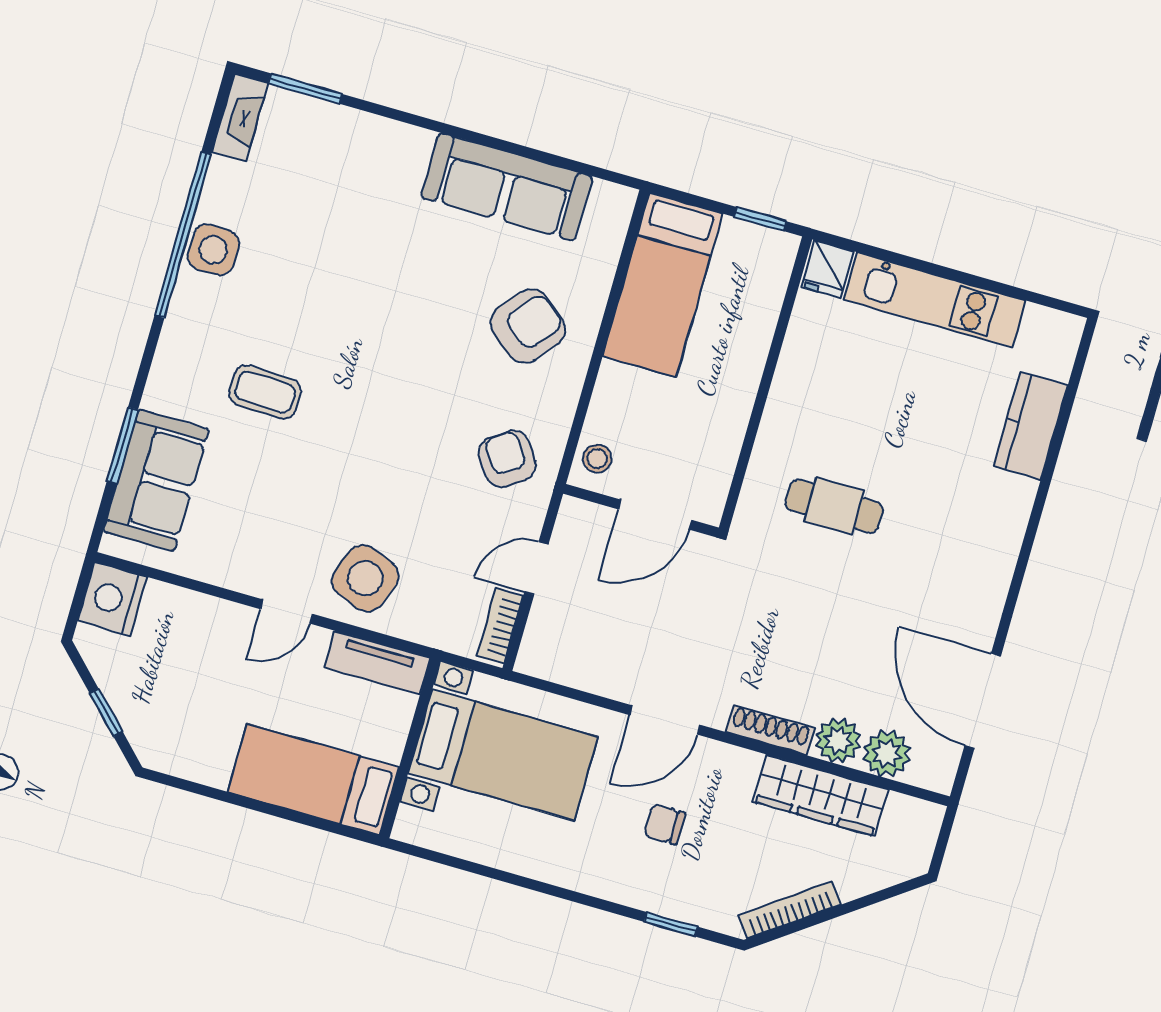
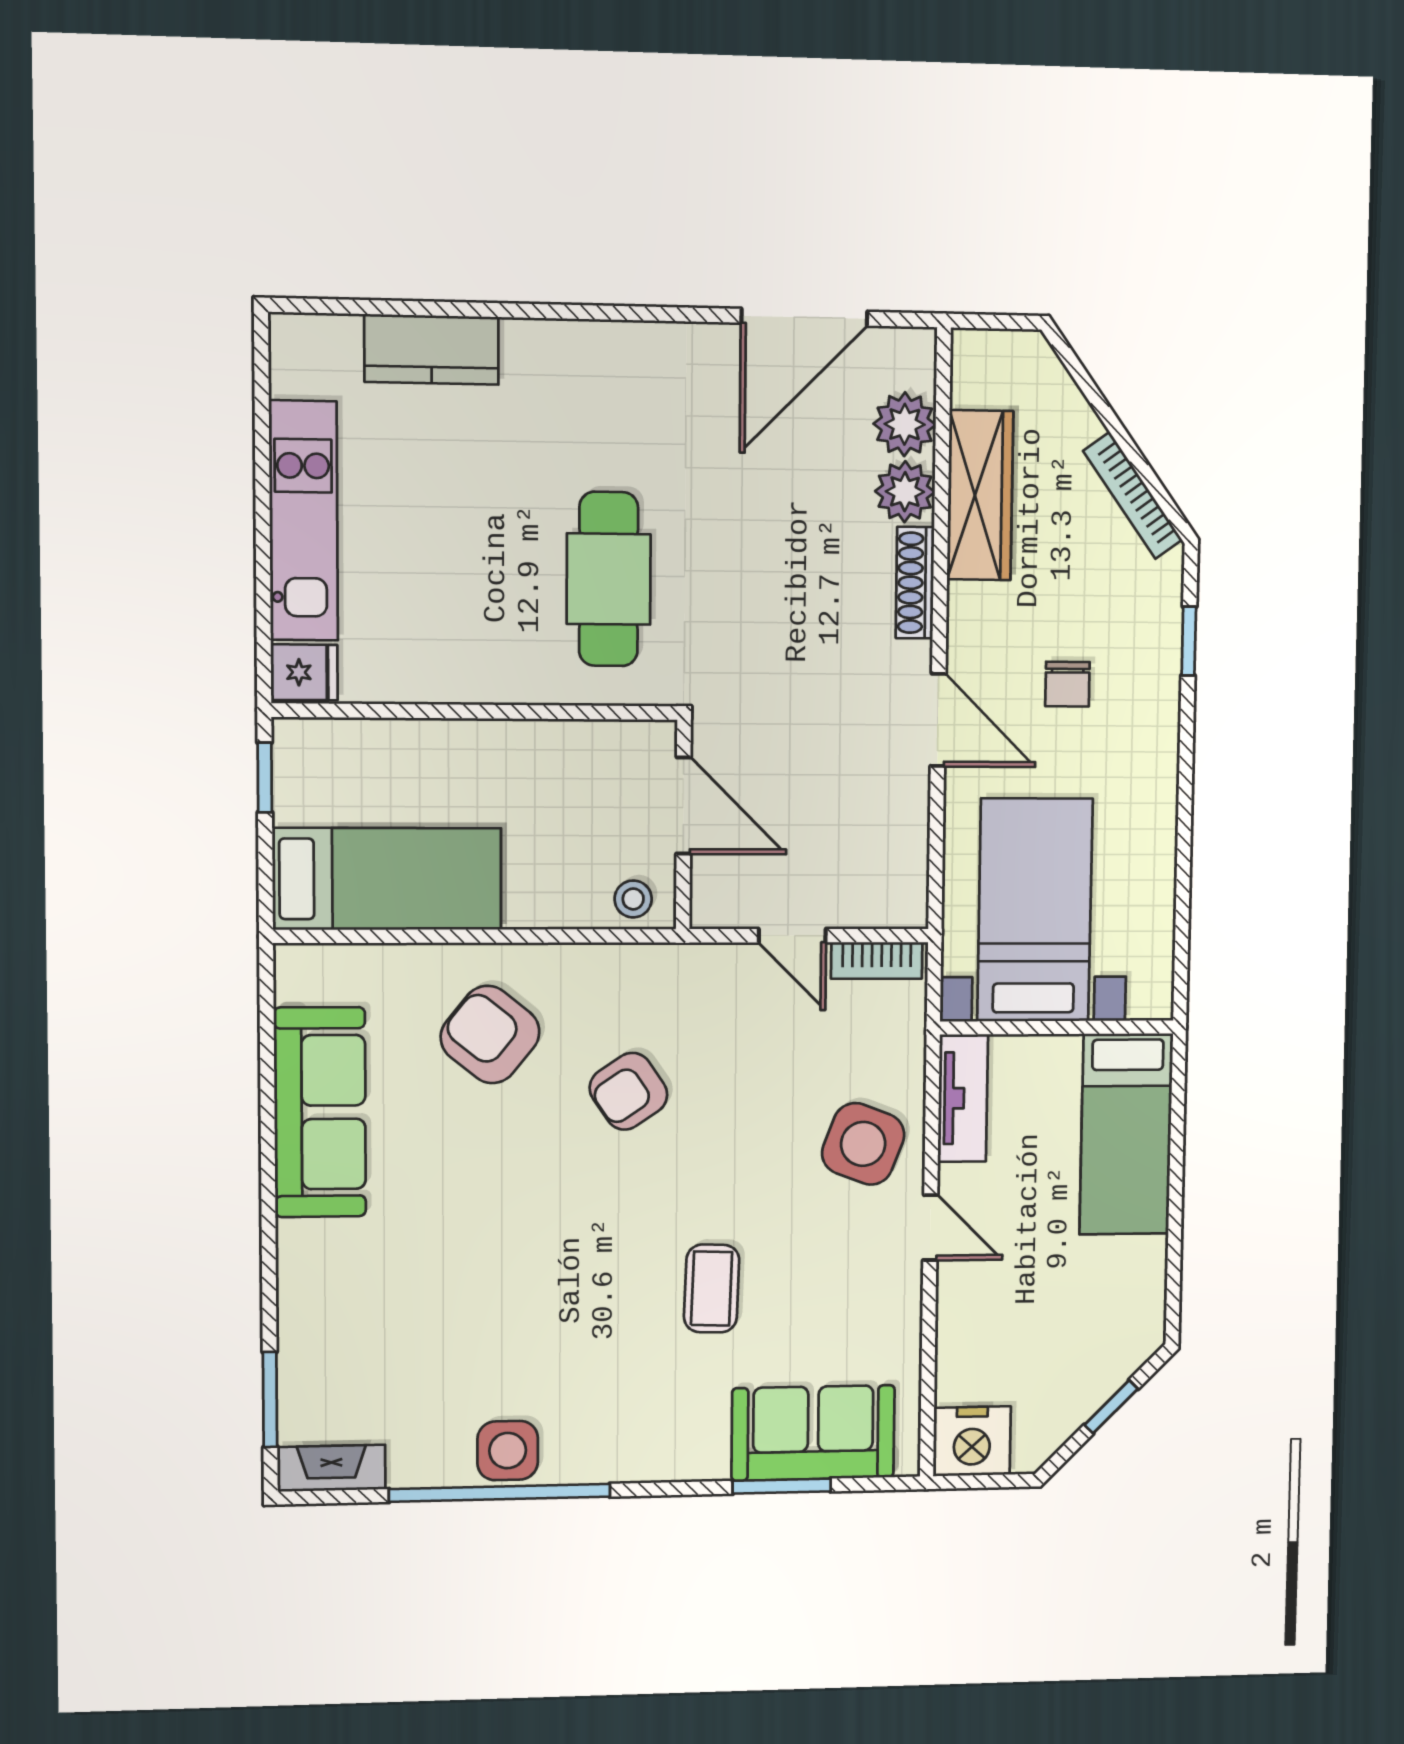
coffee table: (265, 392) -> (712, 1289), moved
armchair: (507, 459) -> (628, 1091), moved
cafe table: (834, 506) -> (609, 579), width x1.37, depth x1.35

